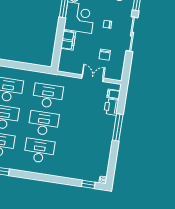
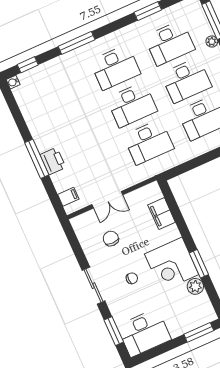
sliding door: (132, 34) -> (93, 286), width x0.73
filing cabinet: (68, 40) -> (162, 214), moved
printer: (111, 107) -> (53, 161), moved
window: (52, 179) -> (77, 43), added

